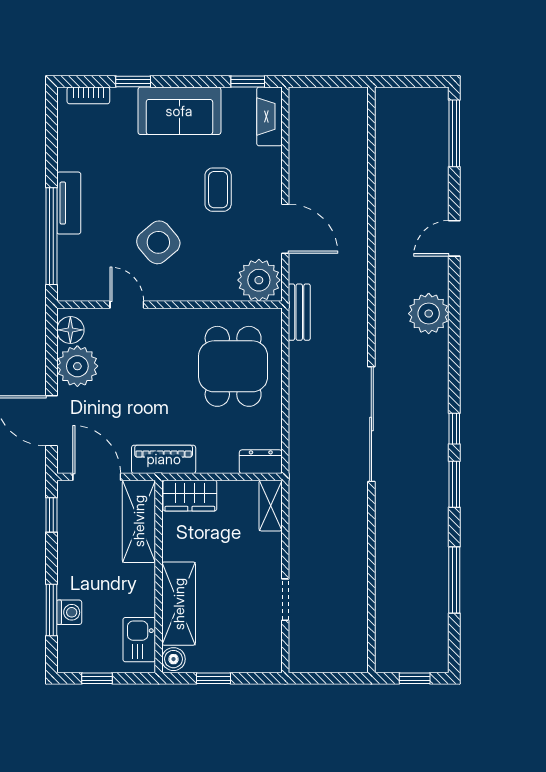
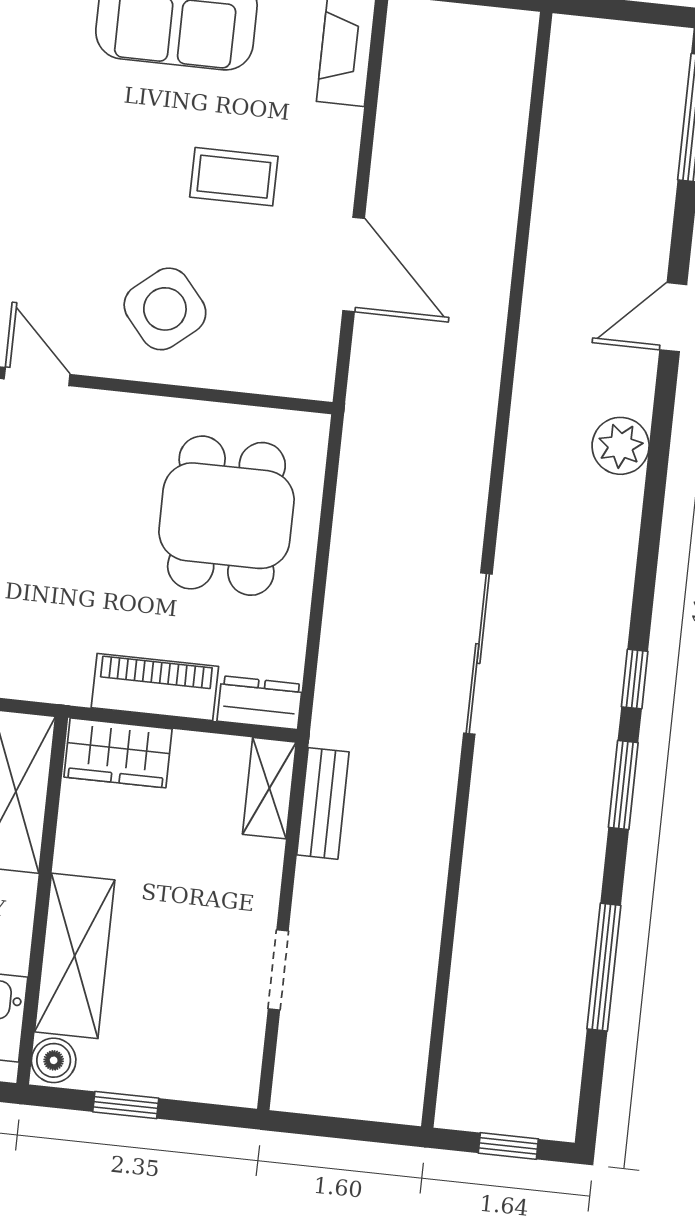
coffee table: (218, 190) -> (234, 177), turned 90
side table: (158, 242) -> (165, 309), moved
plant: (259, 280) -> (293, 357), removed
bench: (299, 312) -> (323, 803), moved
plant: (429, 314) -> (621, 446), width x0.73, depth x0.73
sliding door: (371, 424) -> (478, 654), width x0.73
piano: (164, 459) -> (155, 687), moved

